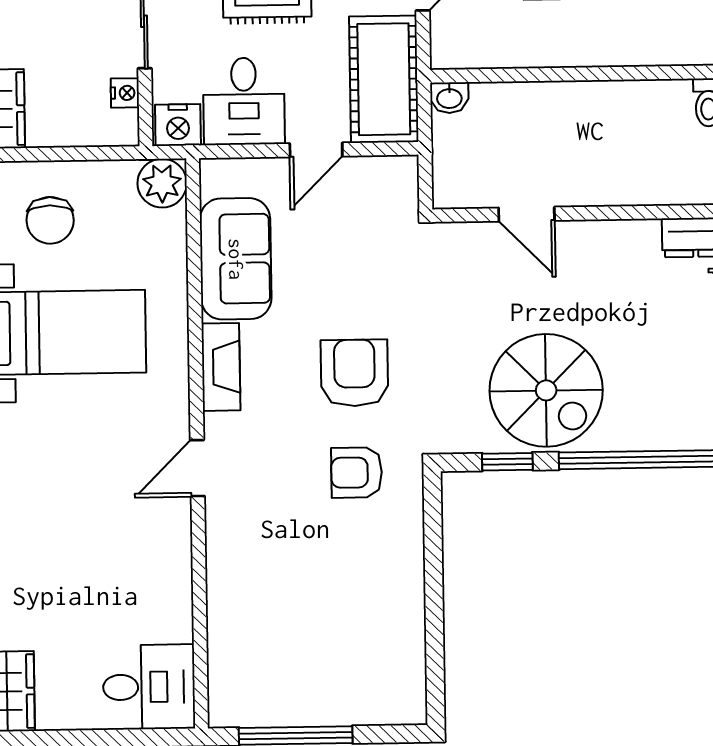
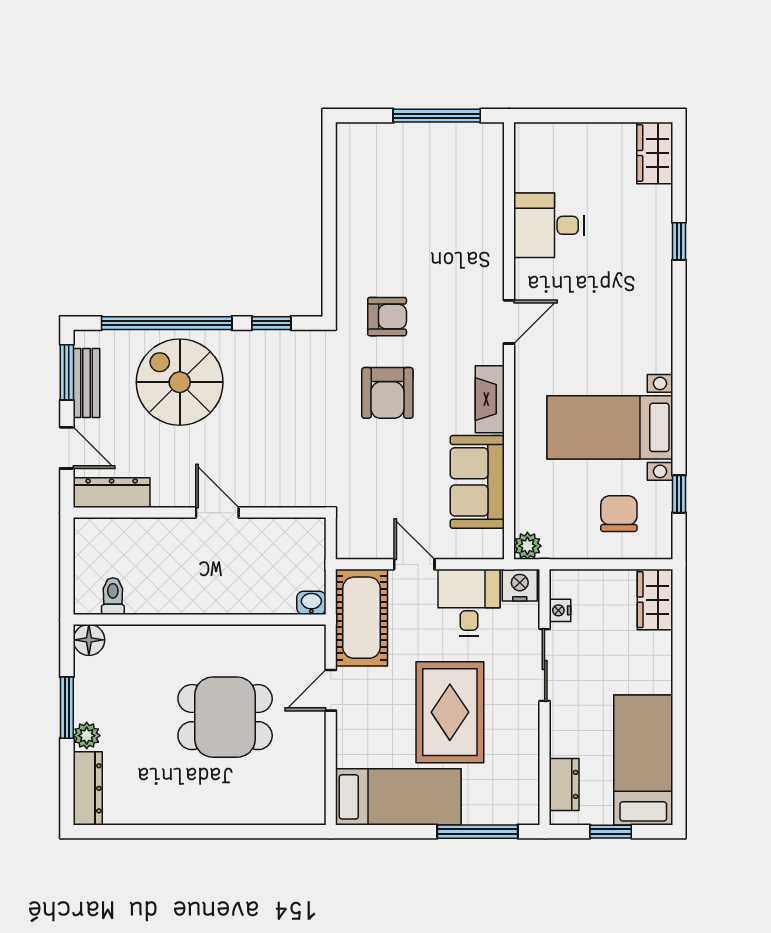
door: (316, 150) -> (414, 564), hinge flipped
plant: (162, 183) -> (527, 546), width x0.73, depth x0.73
door: (527, 214) -> (217, 513), moved
spiral stairs: (546, 390) -> (180, 382), moved
desk: (149, 687) -> (549, 225), moved

